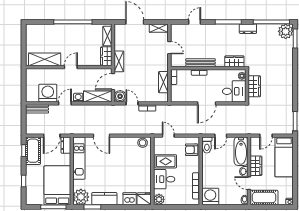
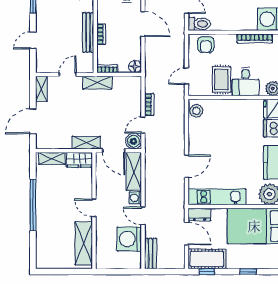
door: (194, 22) -> (33, 41), hinge flipped
shelving: (163, 82) -> (97, 83), moved
floor lamp: (175, 97) -> (135, 67), added

